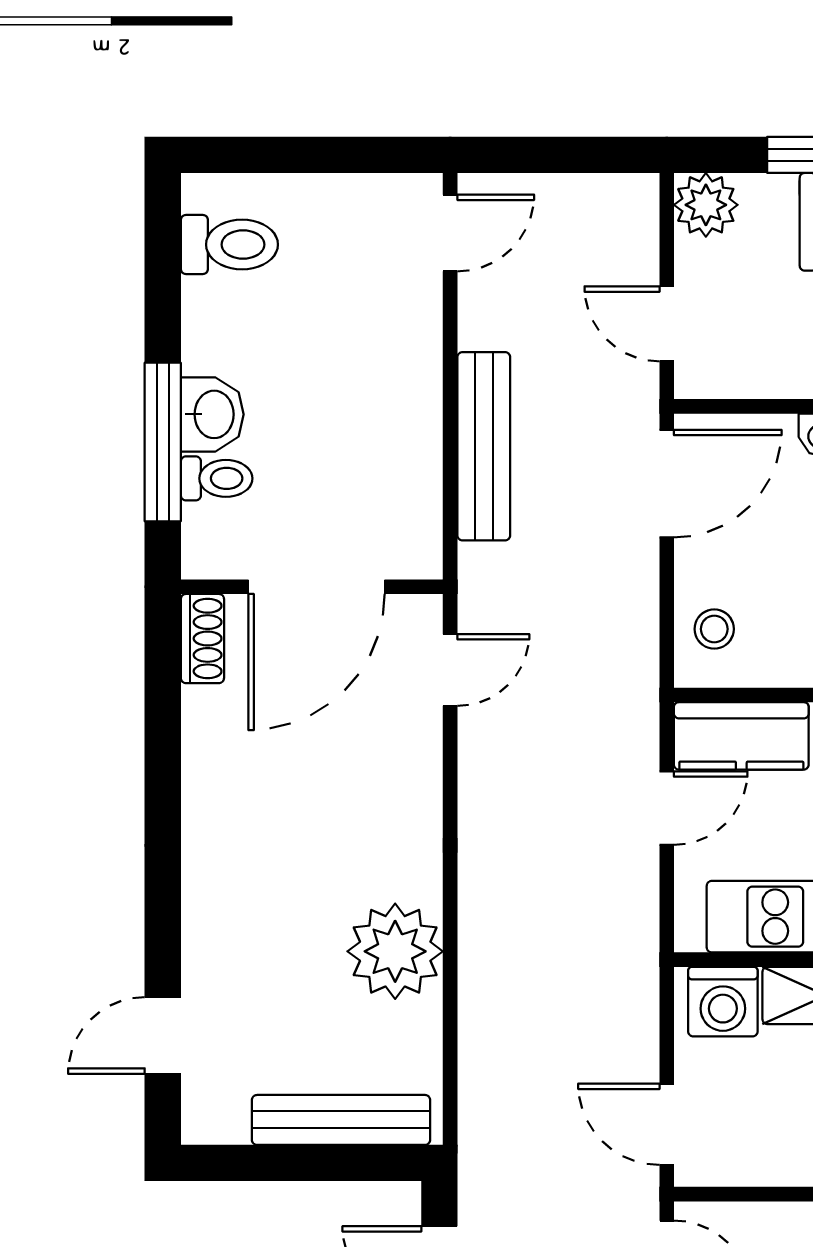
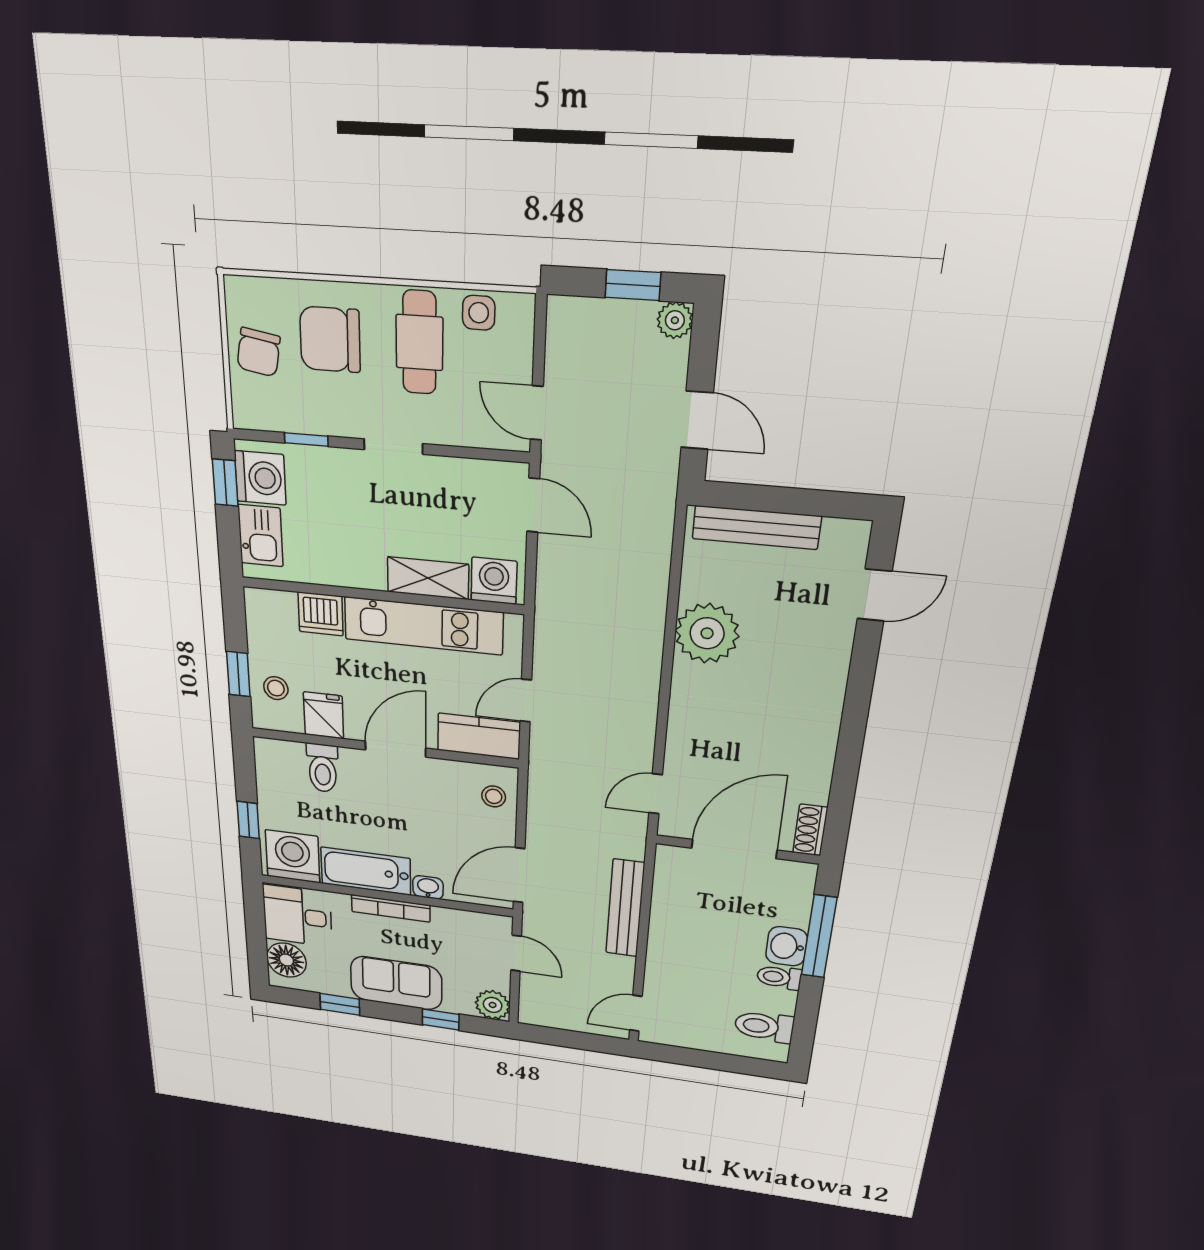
toilet: (217, 478) -> (779, 977), moved

